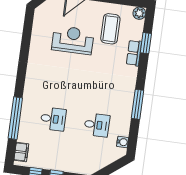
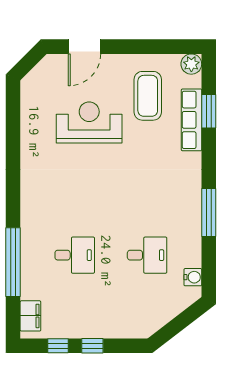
row of seats: (134, 53) -> (192, 120), width x1.48

